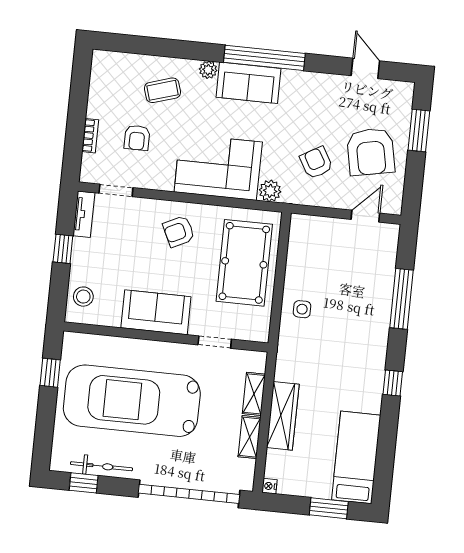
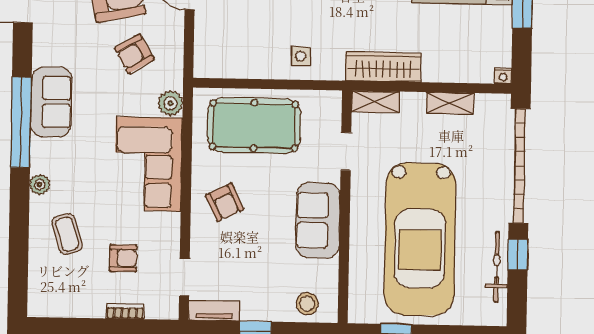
sofa: (248, 83) -> (51, 102), moved
shelving: (254, 394) -> (375, 102), moved
wardrobe: (283, 416) -> (383, 67), moved
window: (84, 483) -> (518, 255), moved

